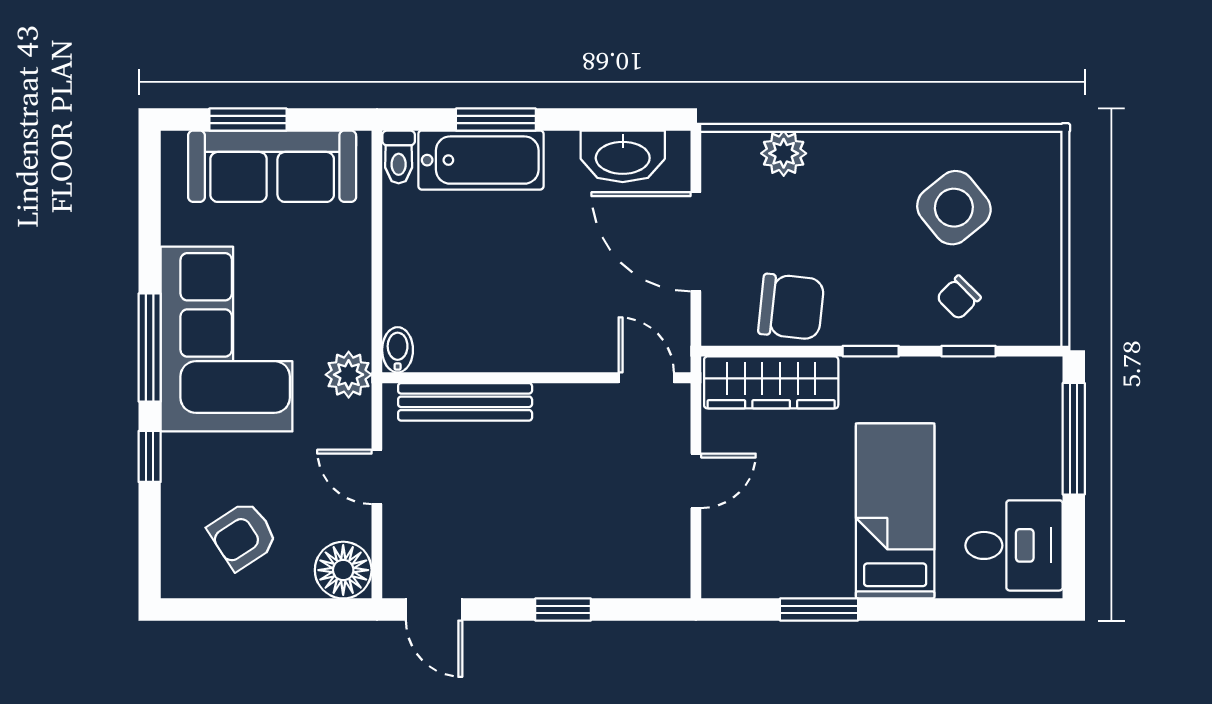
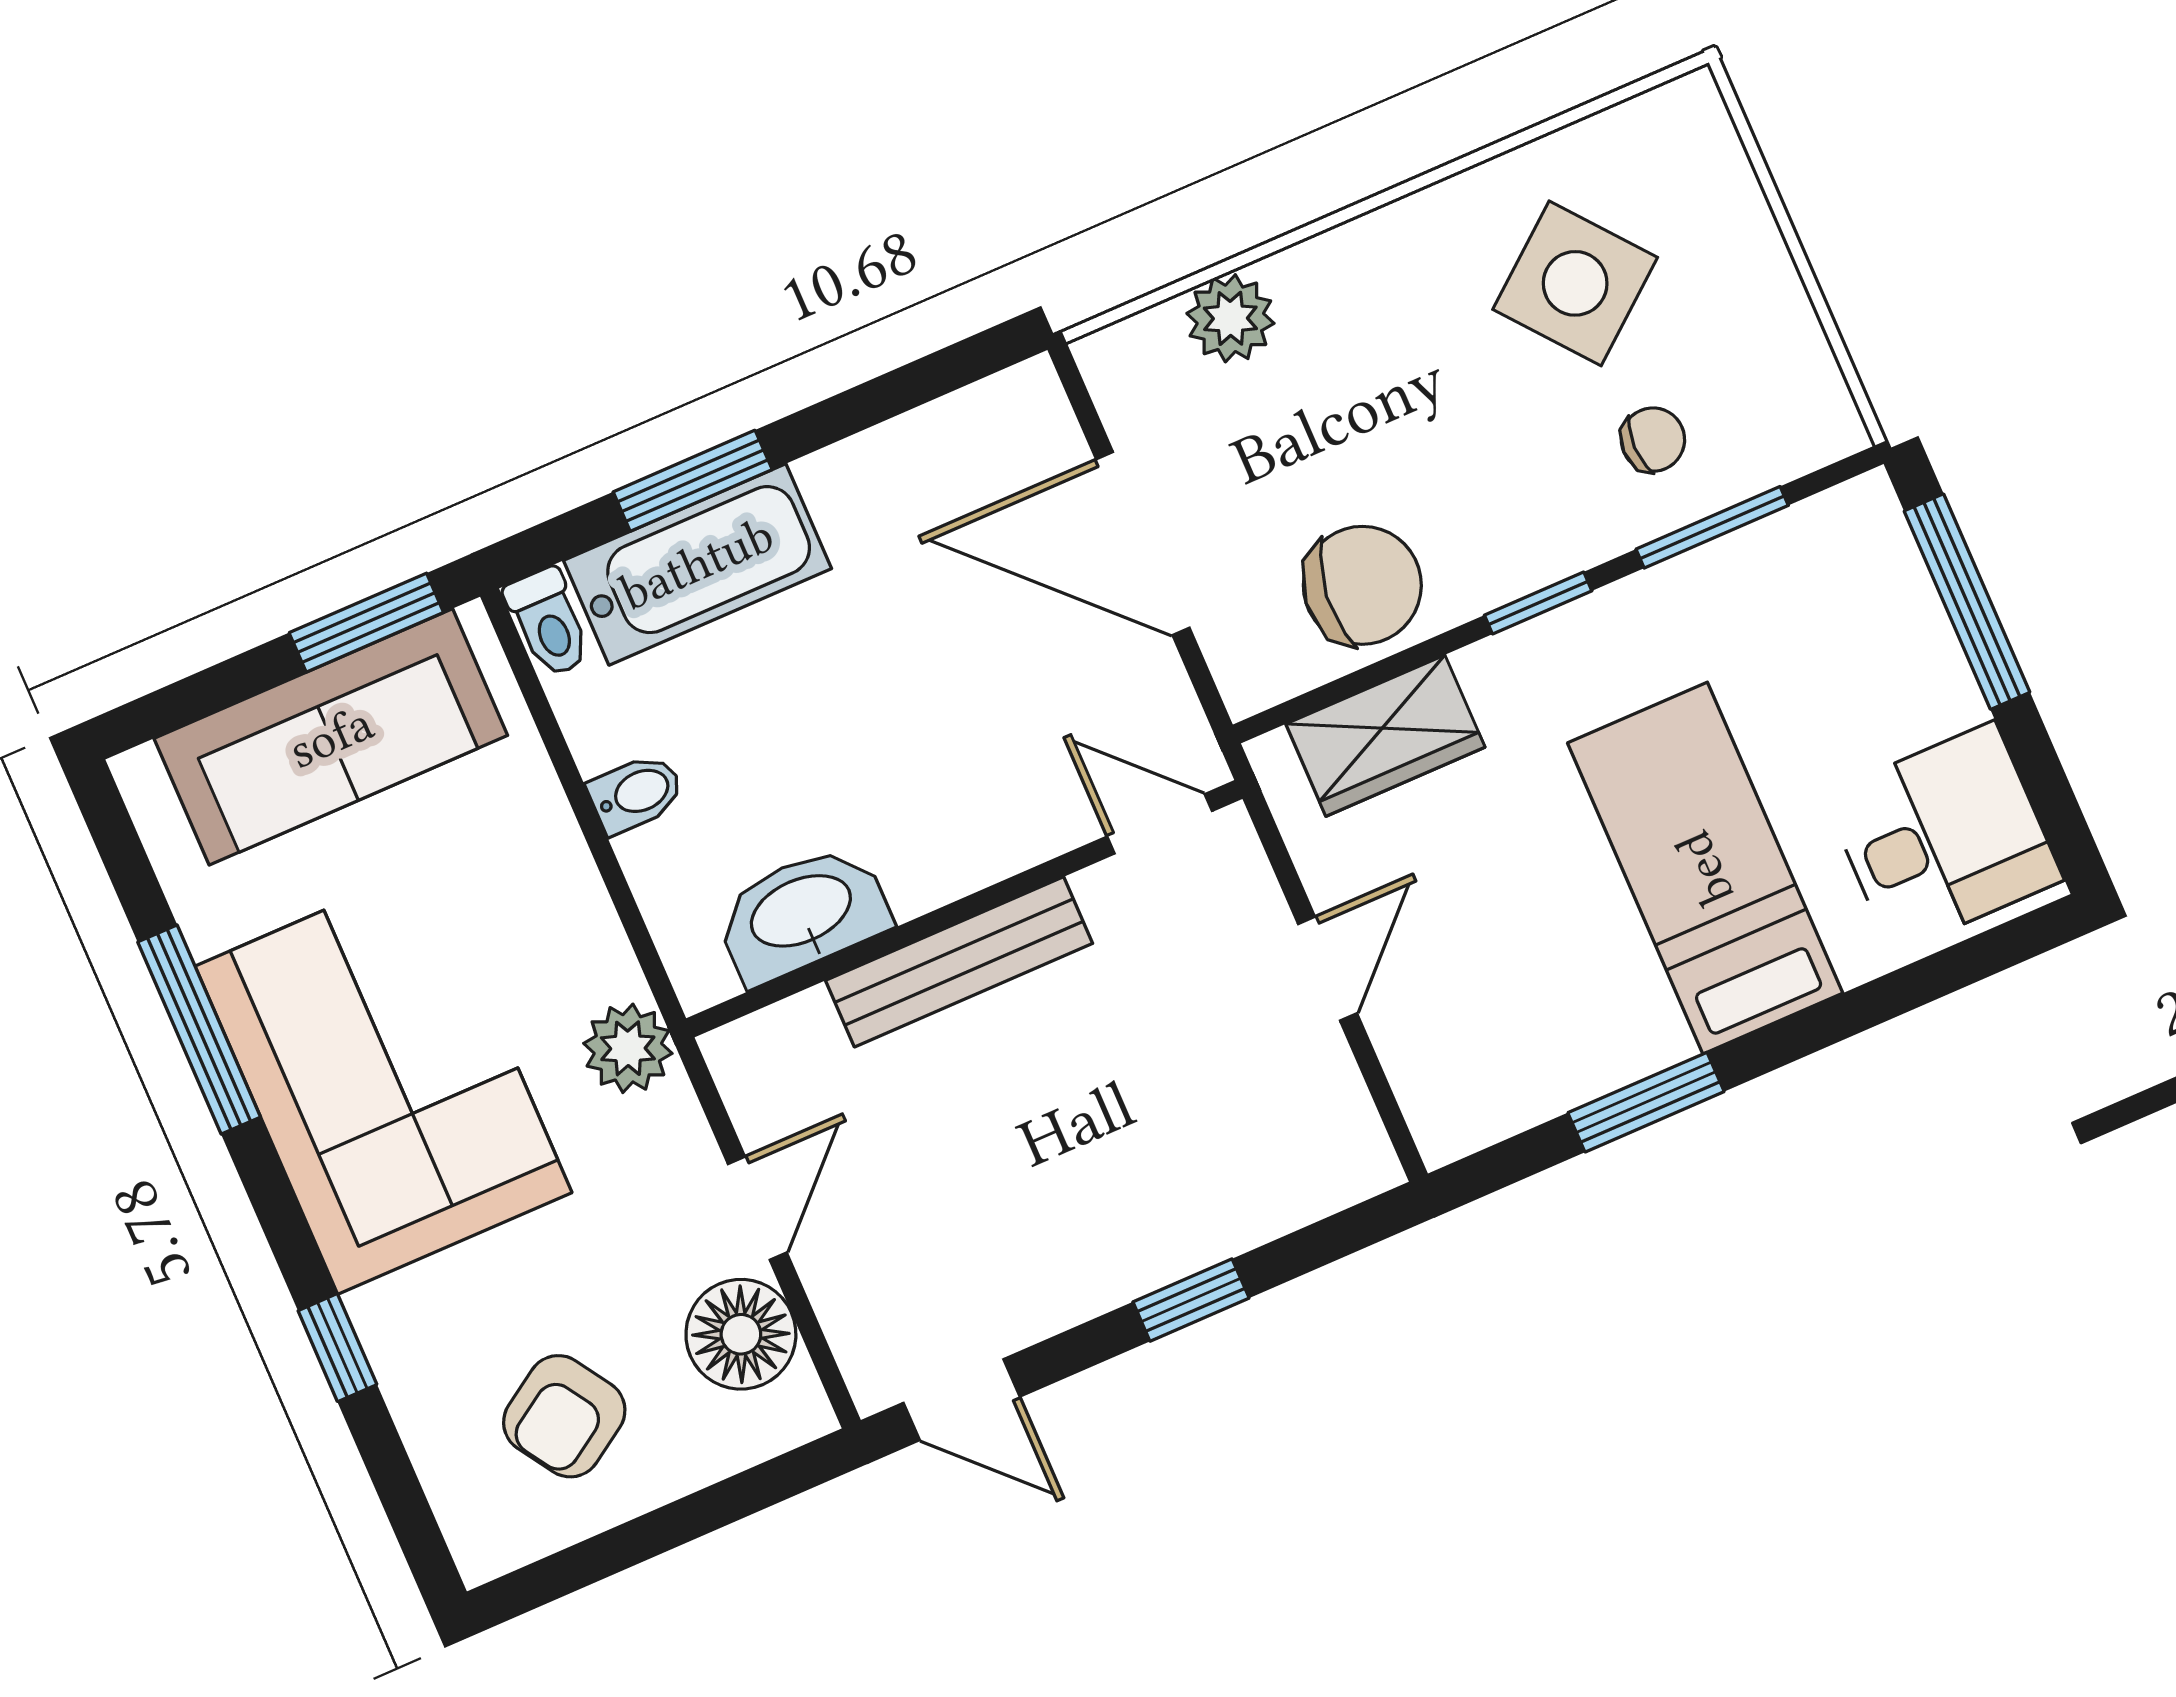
window: (248, 119) -> (366, 623), moved
washbasin: (623, 156) -> (802, 914), moved, turned 180
chair: (959, 298) -> (1653, 440), turned -135
window: (150, 348) -> (199, 1029), moved
bidet: (398, 350) -> (636, 793), moved, turned 90
window: (969, 351) -> (1712, 527), width x1.50
wardrobe: (771, 382) -> (1385, 736), width x0.67
bench: (465, 402) -> (959, 962), moved
door: (377, 477) -> (757, 1208), swing flipped
floor lamp: (343, 570) -> (741, 1334), moved

